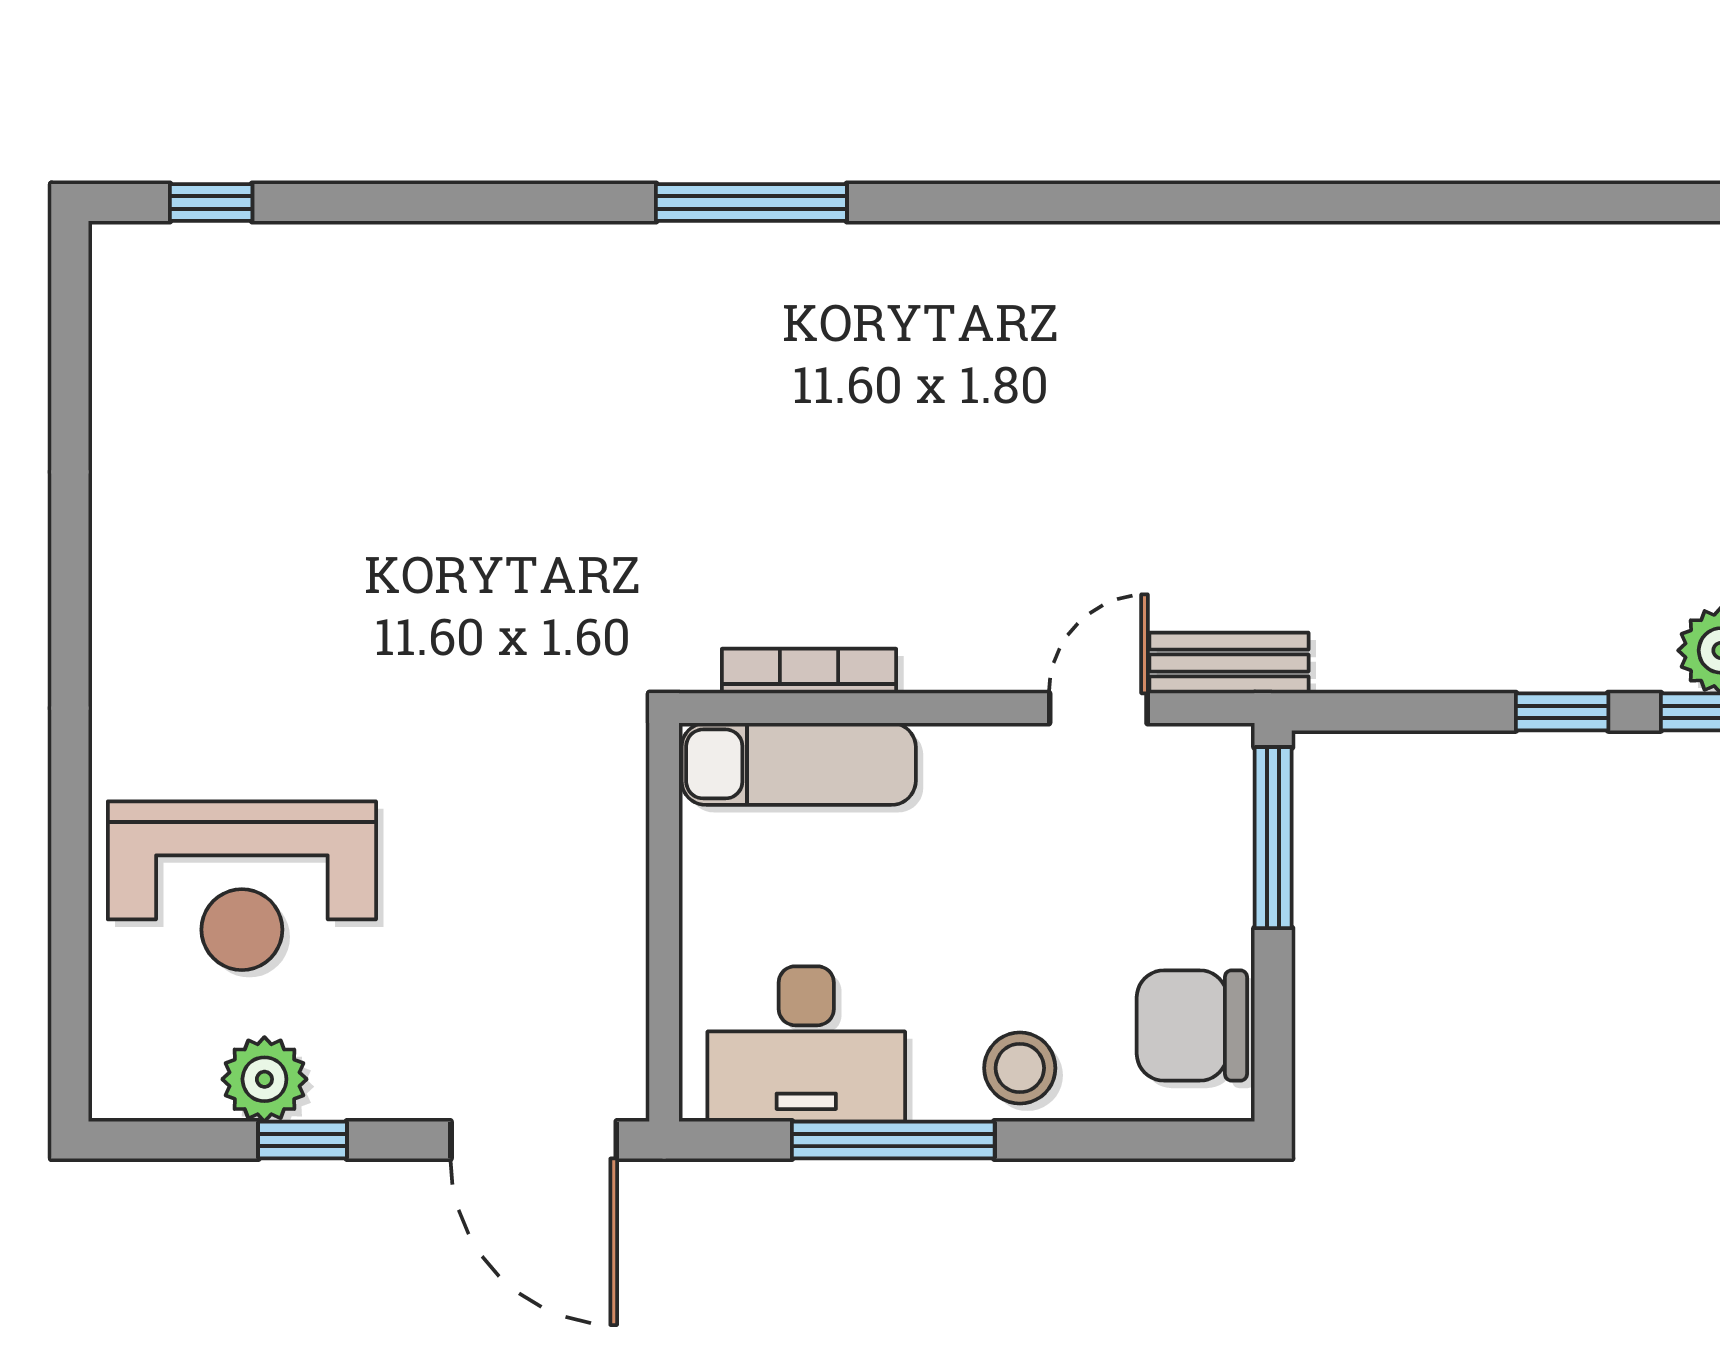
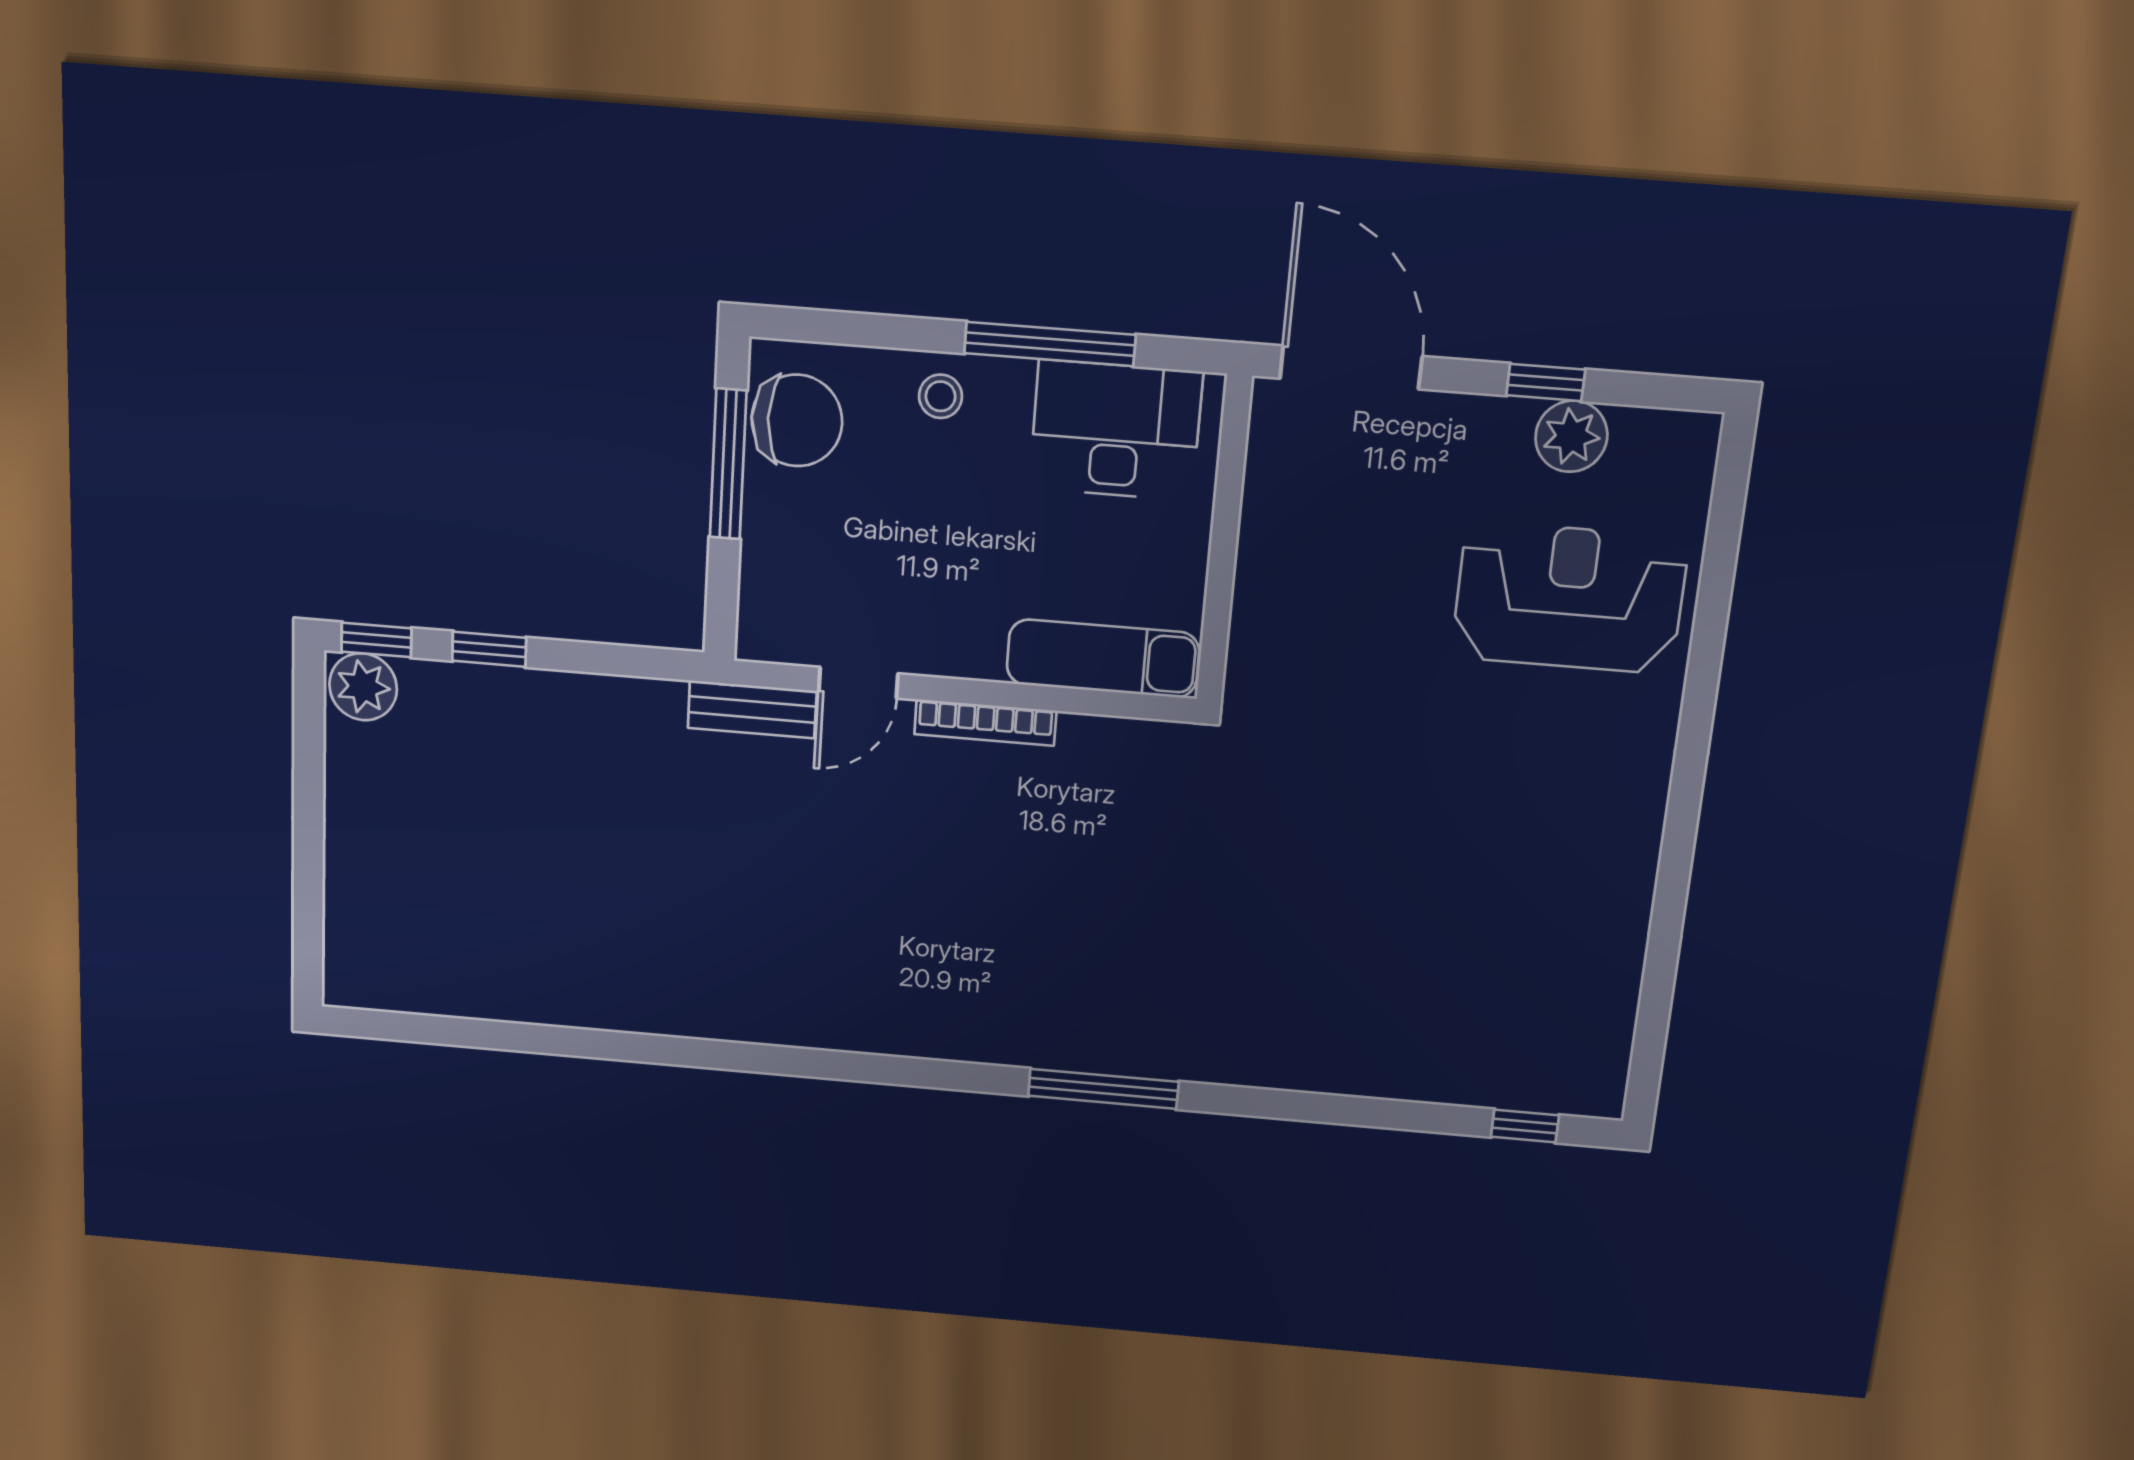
bookcase: (809, 671) -> (985, 723), moved
window: (1273, 838) -> (728, 464), moved
stool: (1020, 1068) -> (941, 396), width x0.73, depth x0.73

